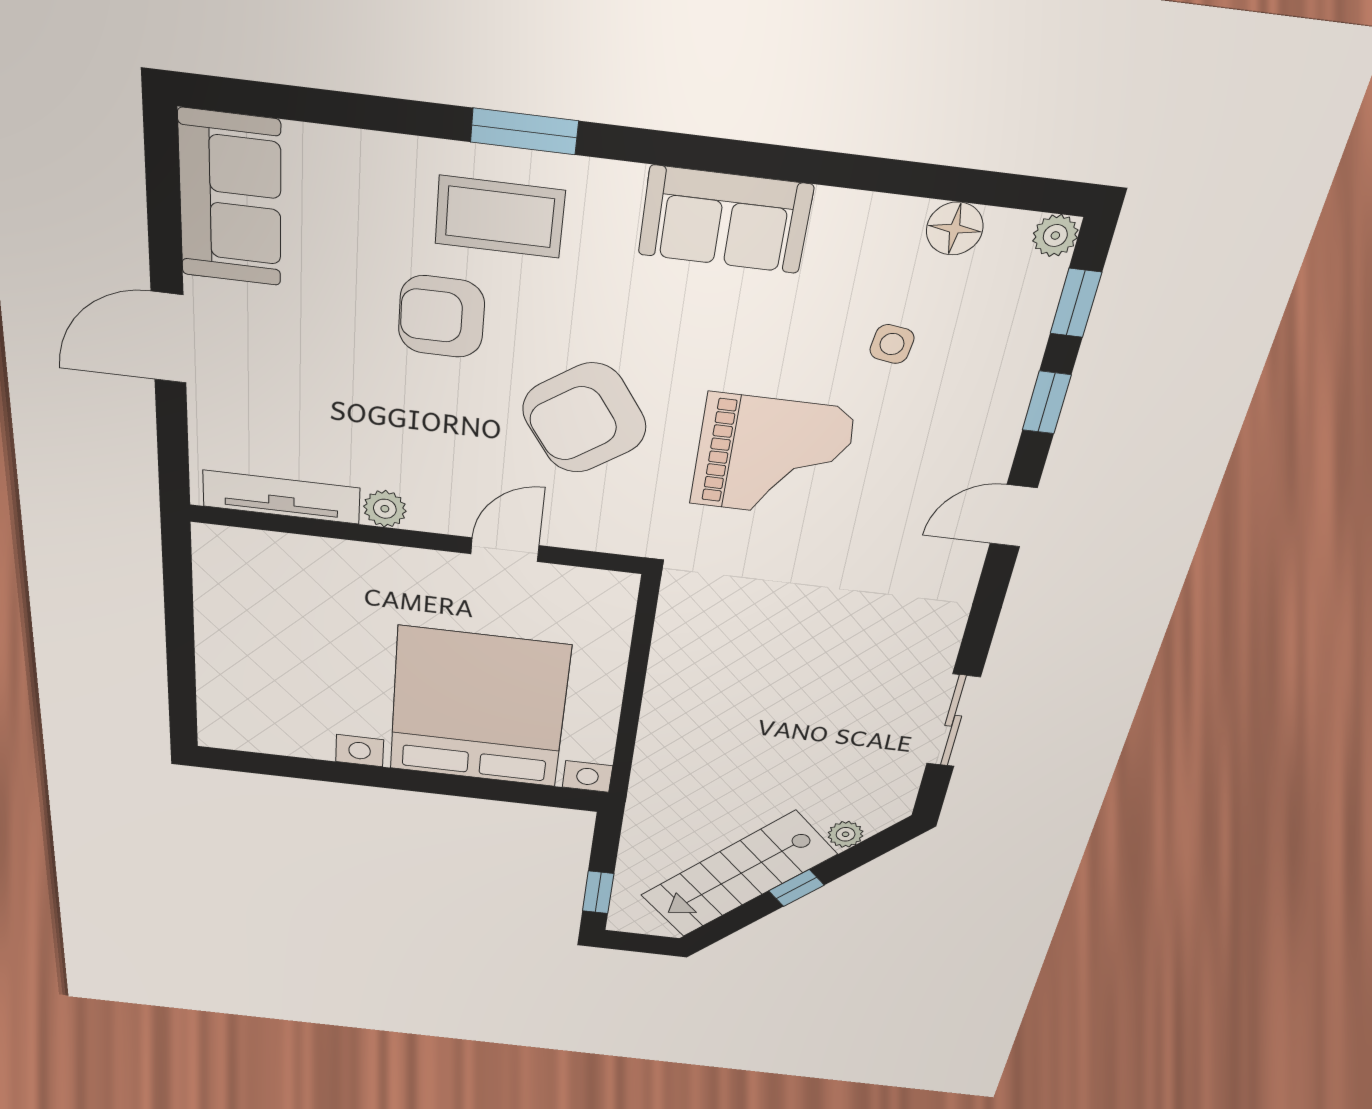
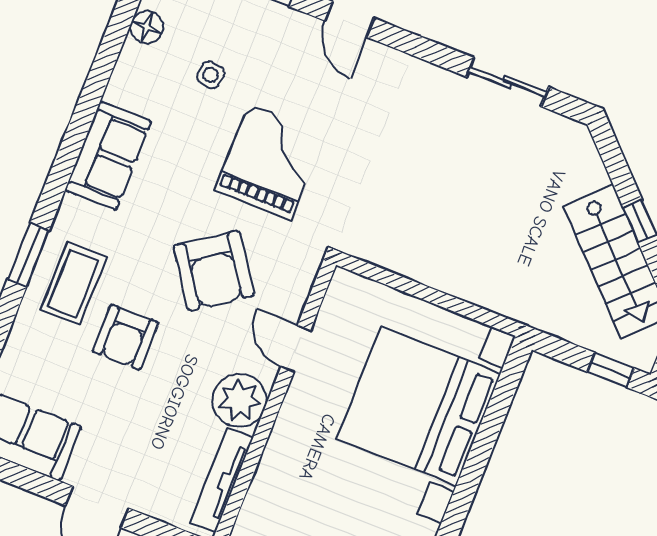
plant: (385, 509) -> (239, 400), width x1.87, depth x1.87
plant: (846, 834) -> (595, 175), removed

